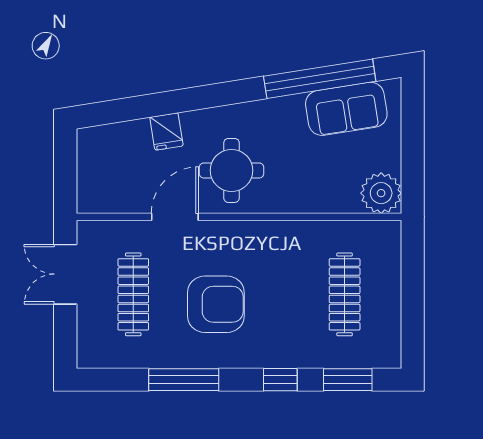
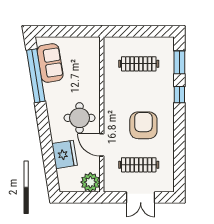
fridge: (166, 131) -> (65, 154), width x1.88, depth x1.34
plant: (381, 193) -> (90, 182), moved
double door: (65, 274) -> (141, 197), moved
window: (184, 380) -> (179, 141), removed

